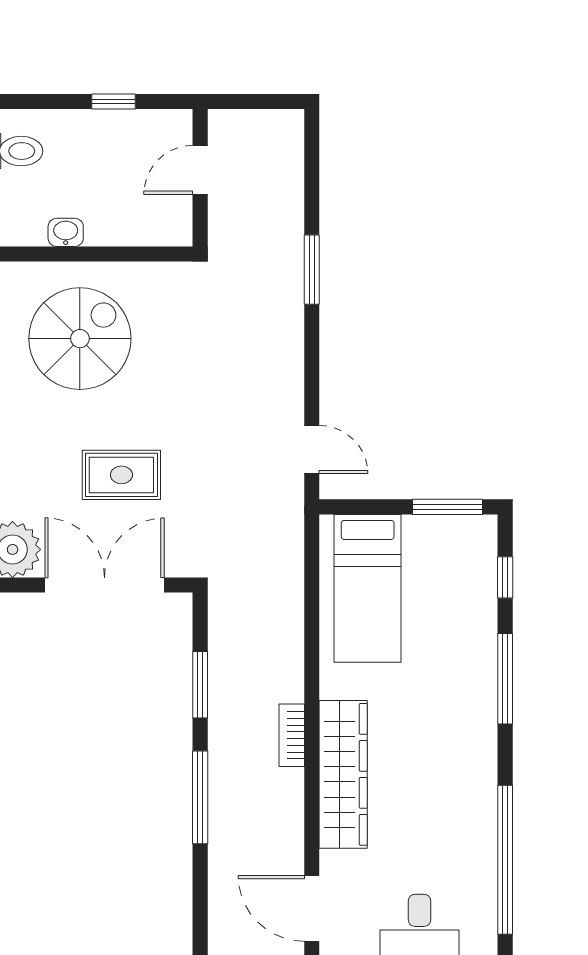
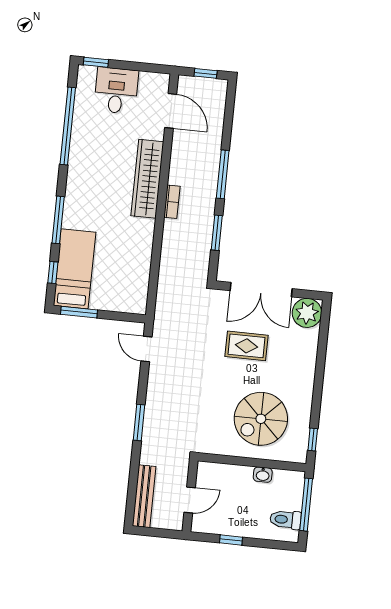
bench: (288, 168) -> (144, 496), added
window: (312, 270) -> (139, 423), moved
bed: (368, 588) -> (75, 269), moved

